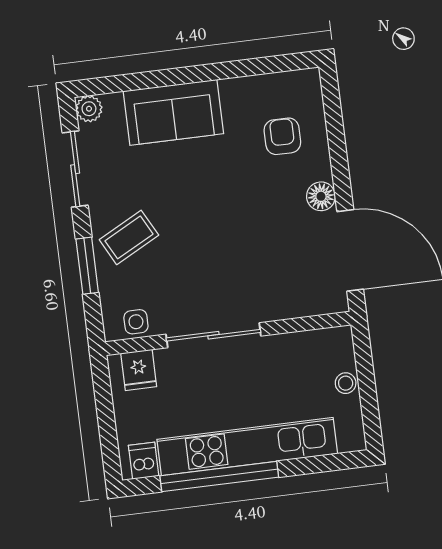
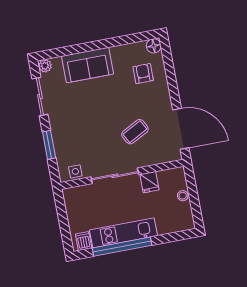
floor lamp: (321, 196) -> (154, 46), moved
coffee table: (129, 237) -> (135, 132), moved
fridge: (139, 370) -> (149, 182), moved
kitchen unit: (247, 446) -> (124, 233), width x0.73

